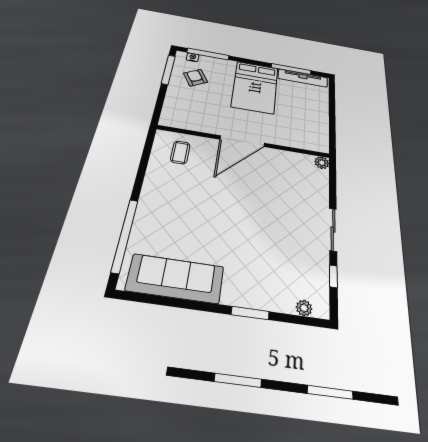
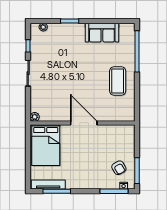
bed: (255, 87) -> (46, 145), moved, turned 180
door: (242, 141) -> (84, 123), hinge flipped
coffee table: (180, 152) -> (118, 81), moved, width x1.86, depth x1.72
sofa: (175, 279) -> (102, 33), width x0.73

